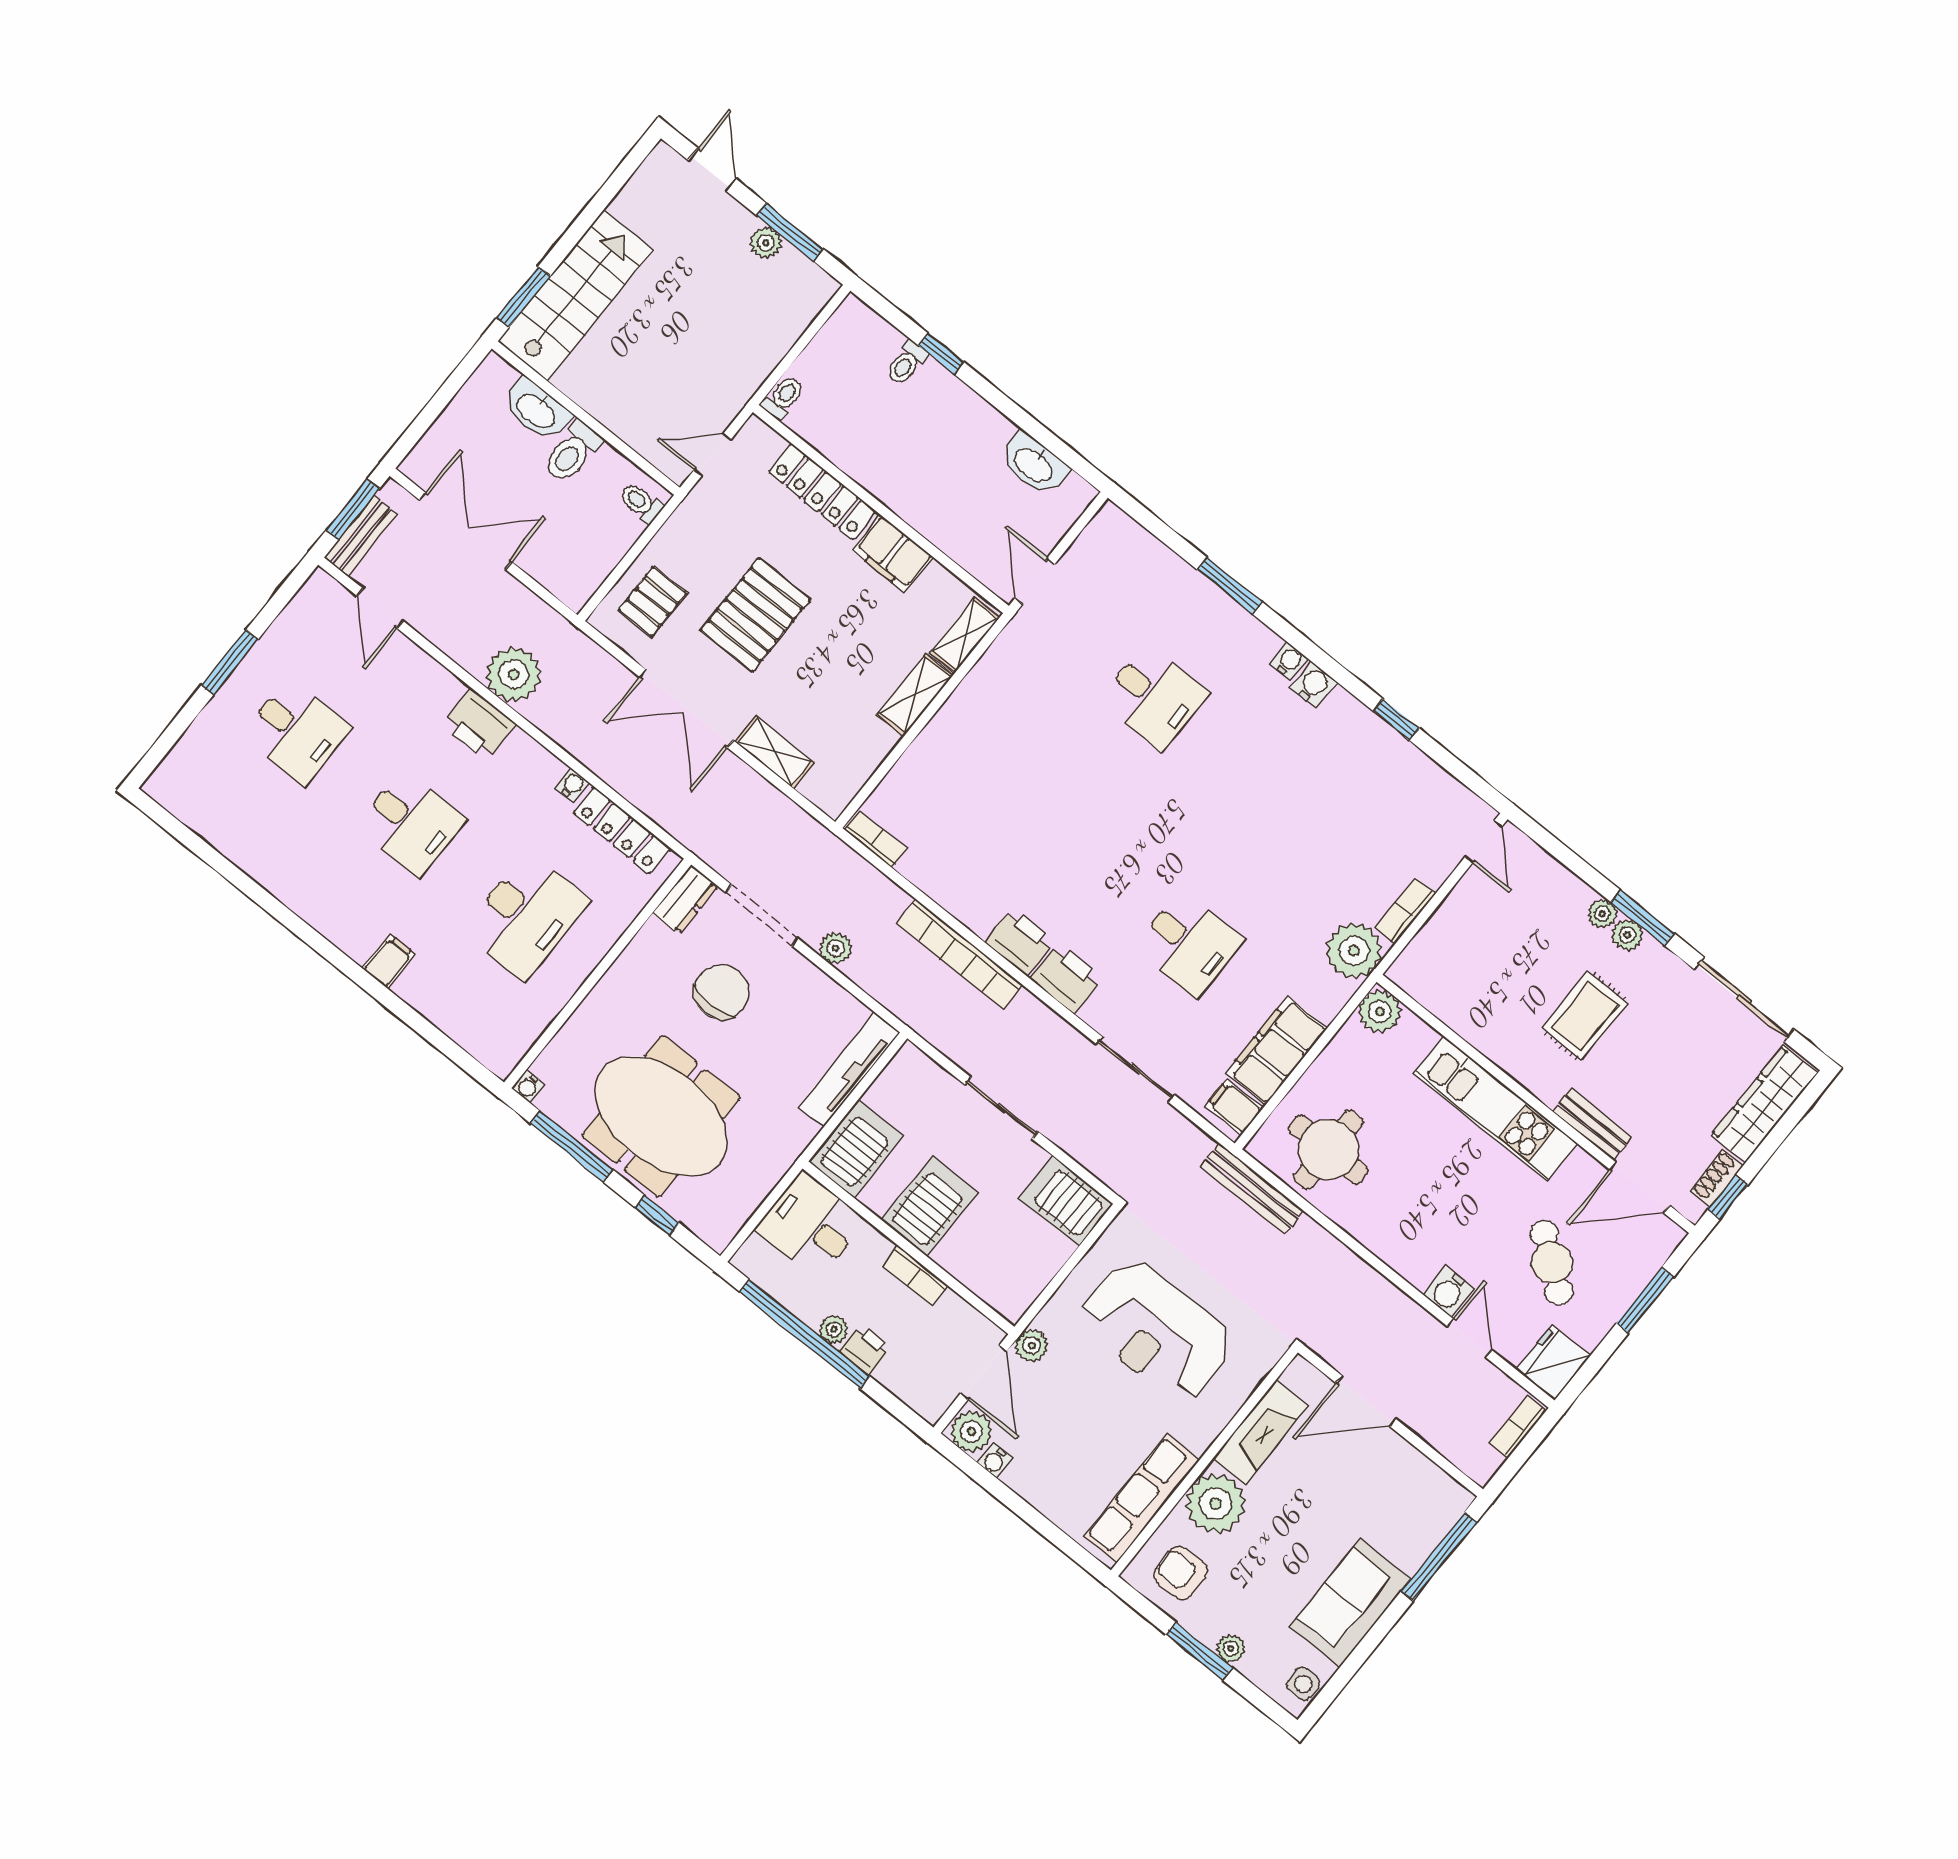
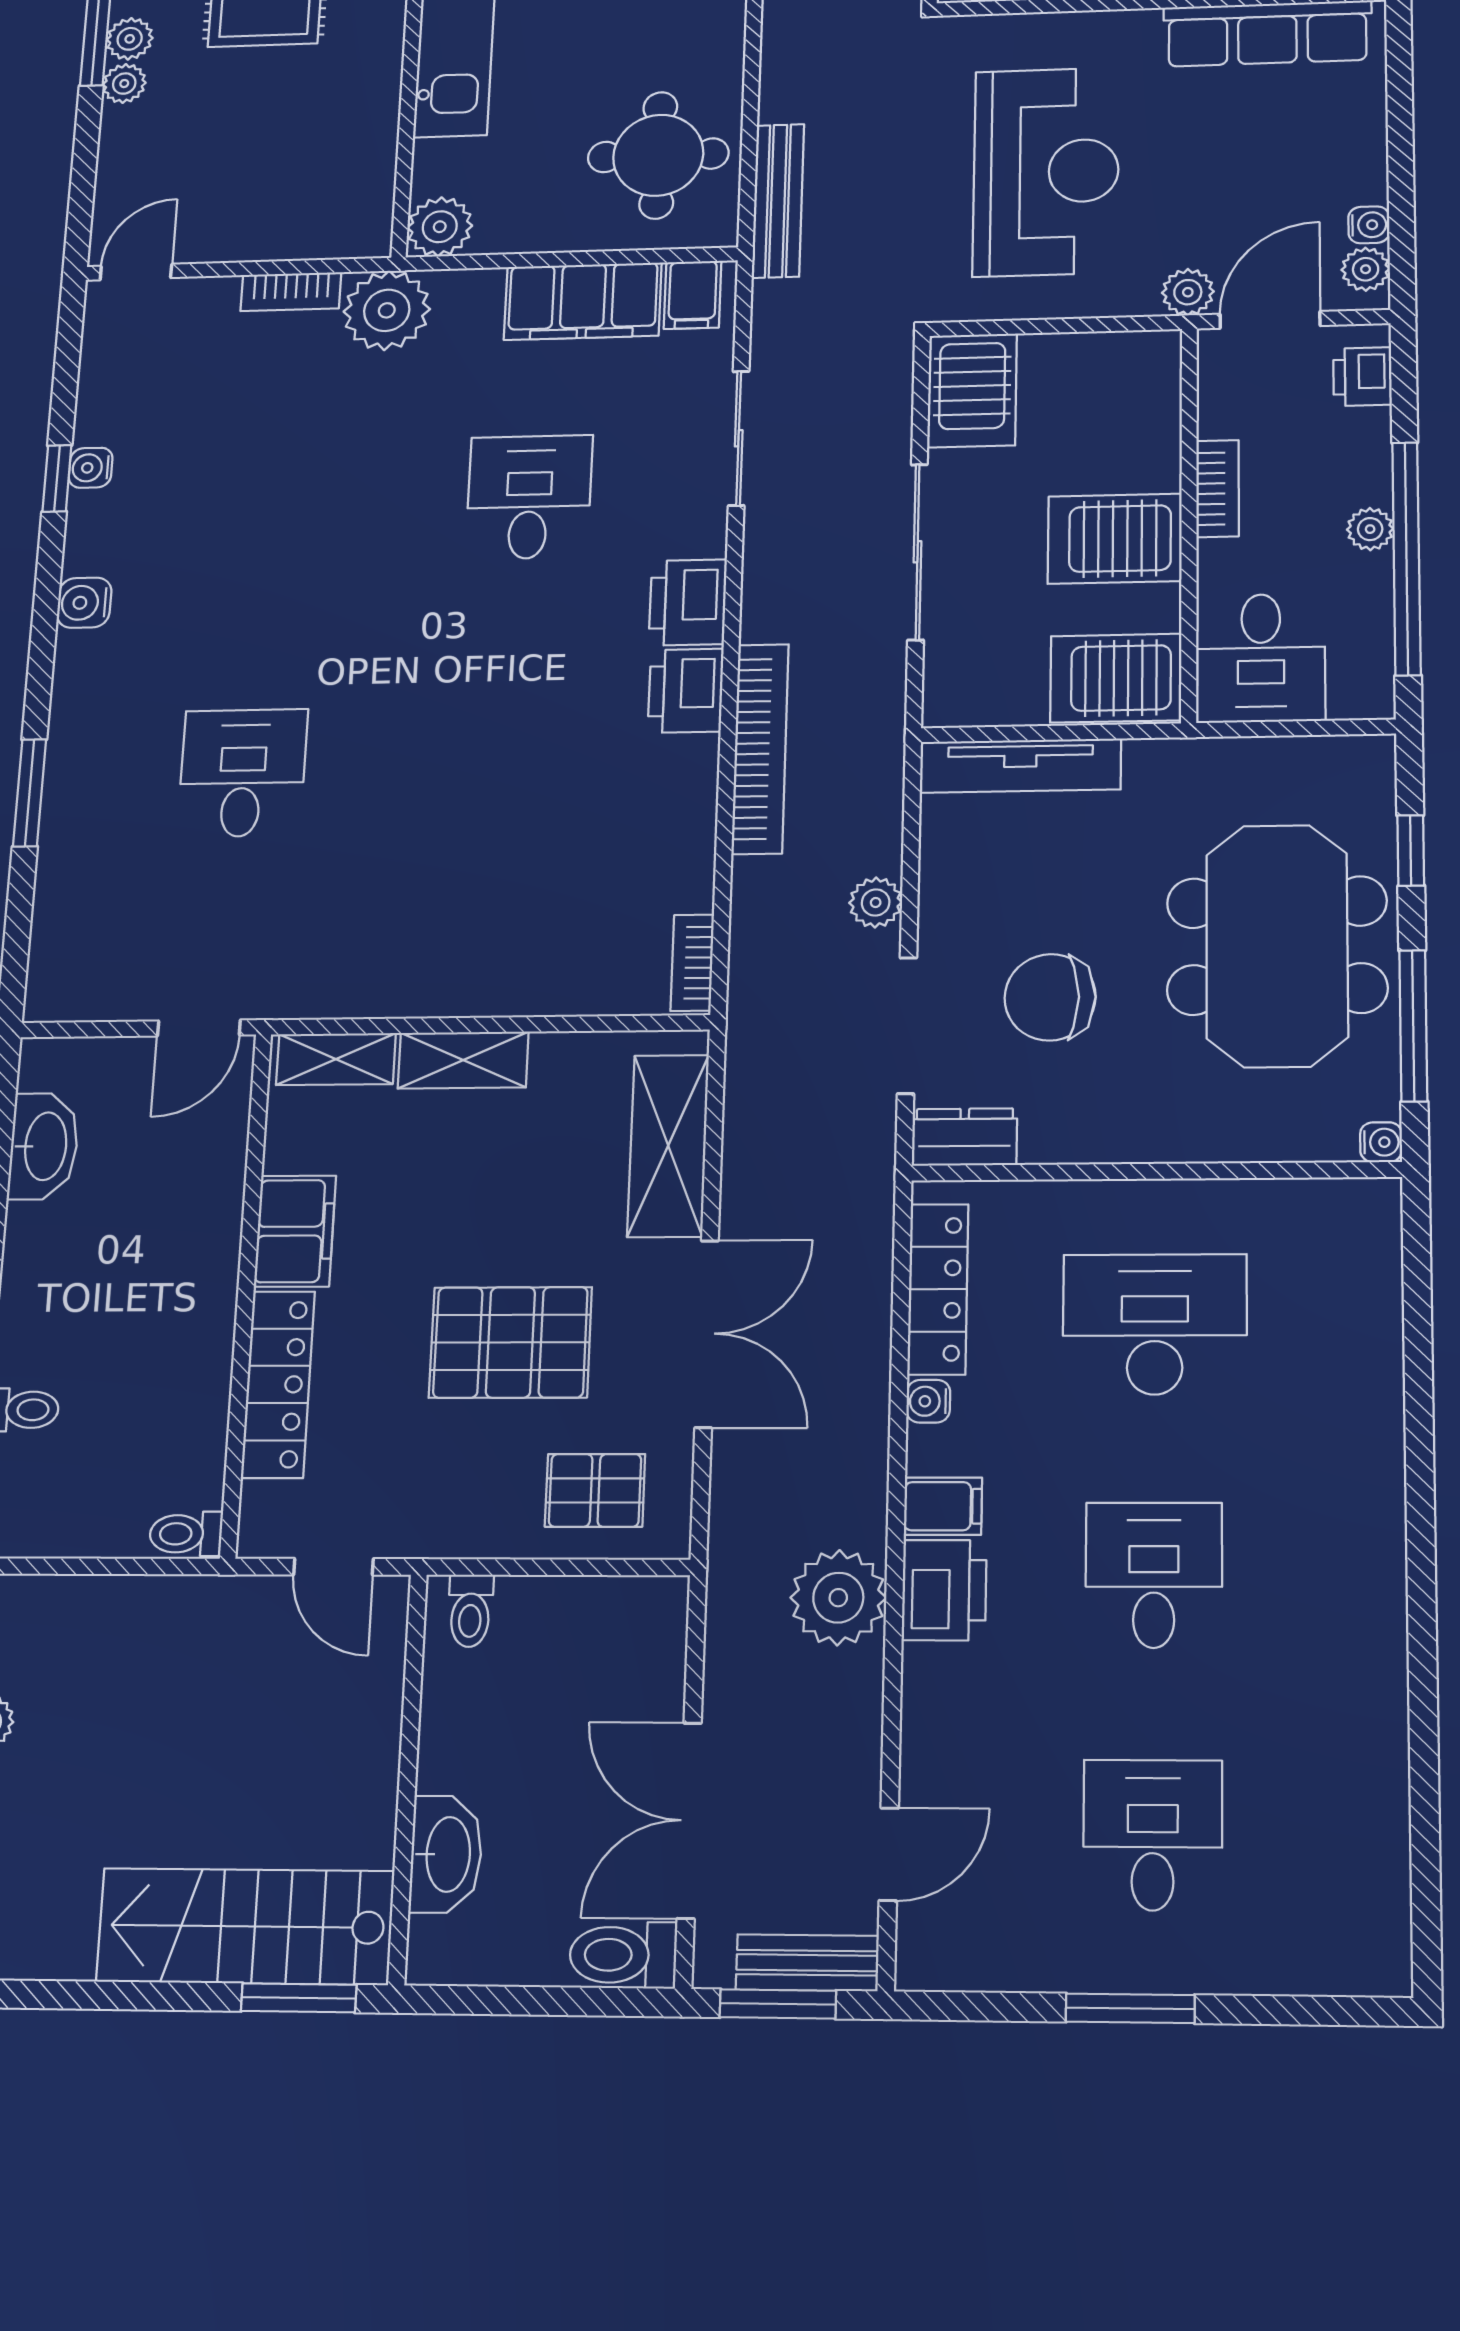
toilet: (573, 452) -> (623, 1955), moved, turned 180
water cooler: (1289, 661) -> (91, 468), moved
shelving: (775, 752) -> (668, 1146), width x1.50, depth x1.33
filing cabinet: (389, 961) -> (943, 1506), moved, turned 180
sliding door: (1001, 1108) -> (917, 552), width x1.37
printer: (865, 1350) -> (1362, 377), moved
plant: (971, 1432) -> (1366, 269), width x0.73, depth x0.73

